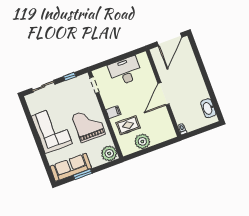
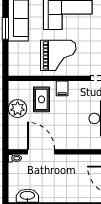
door: (164, 94) -> (41, 152), moved
plant: (109, 153) -> (18, 67), removed

